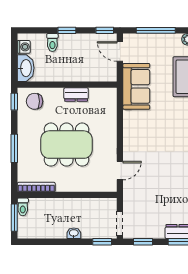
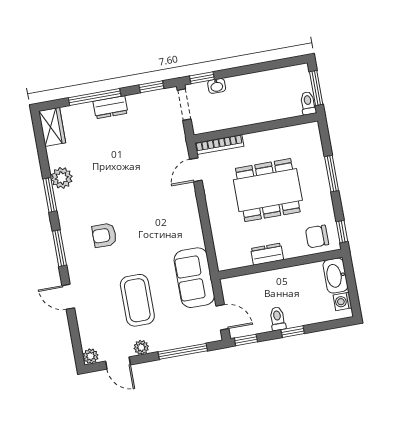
toilet: (52, 43) -> (278, 319), moved
chair: (34, 101) -> (317, 237), turned 180
bookcase: (36, 187) -> (219, 144), moved
washbasin: (74, 233) -> (217, 86), moved

